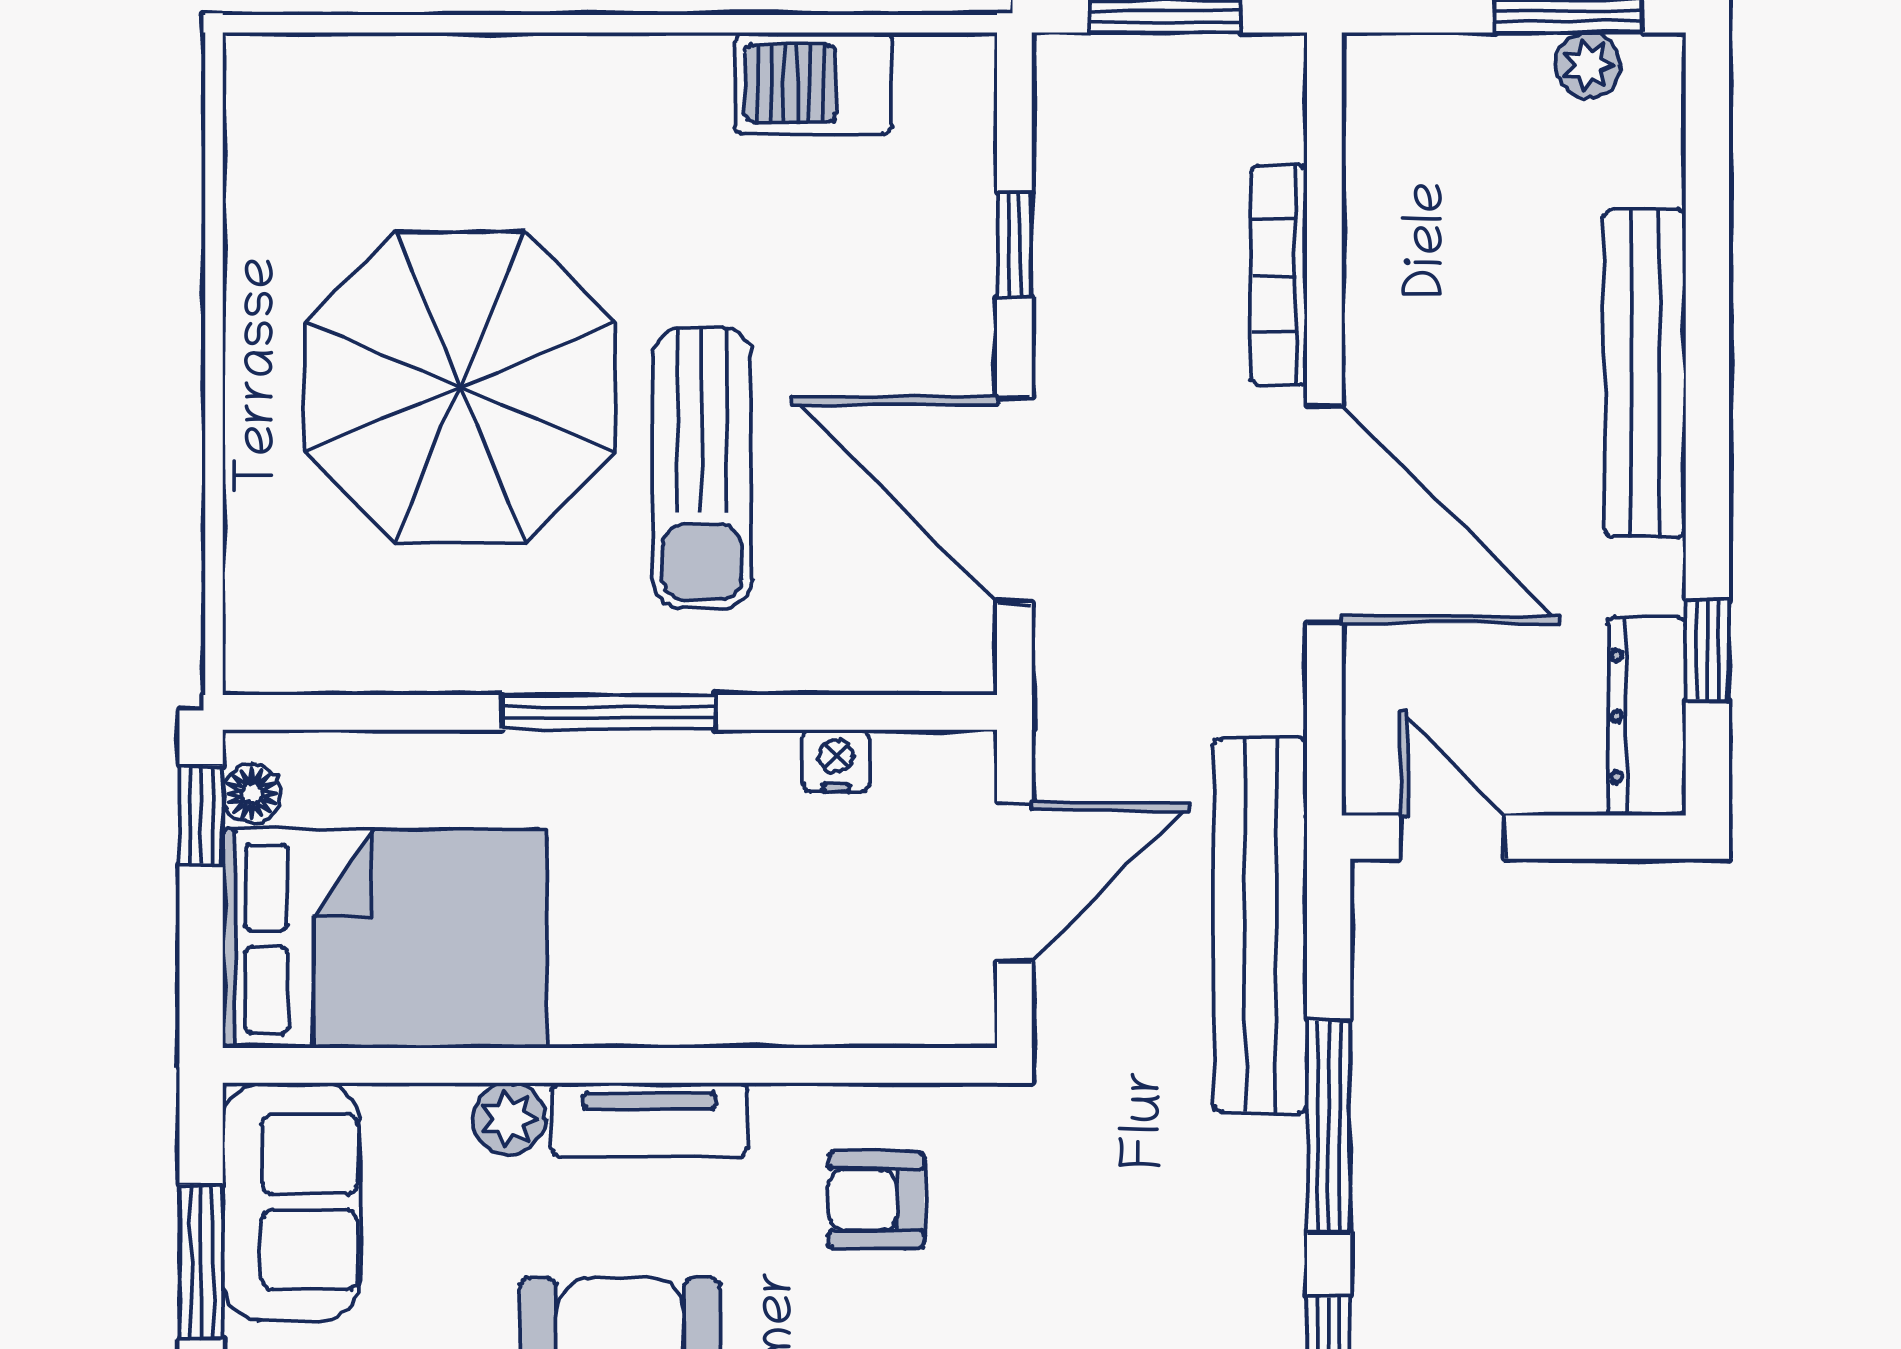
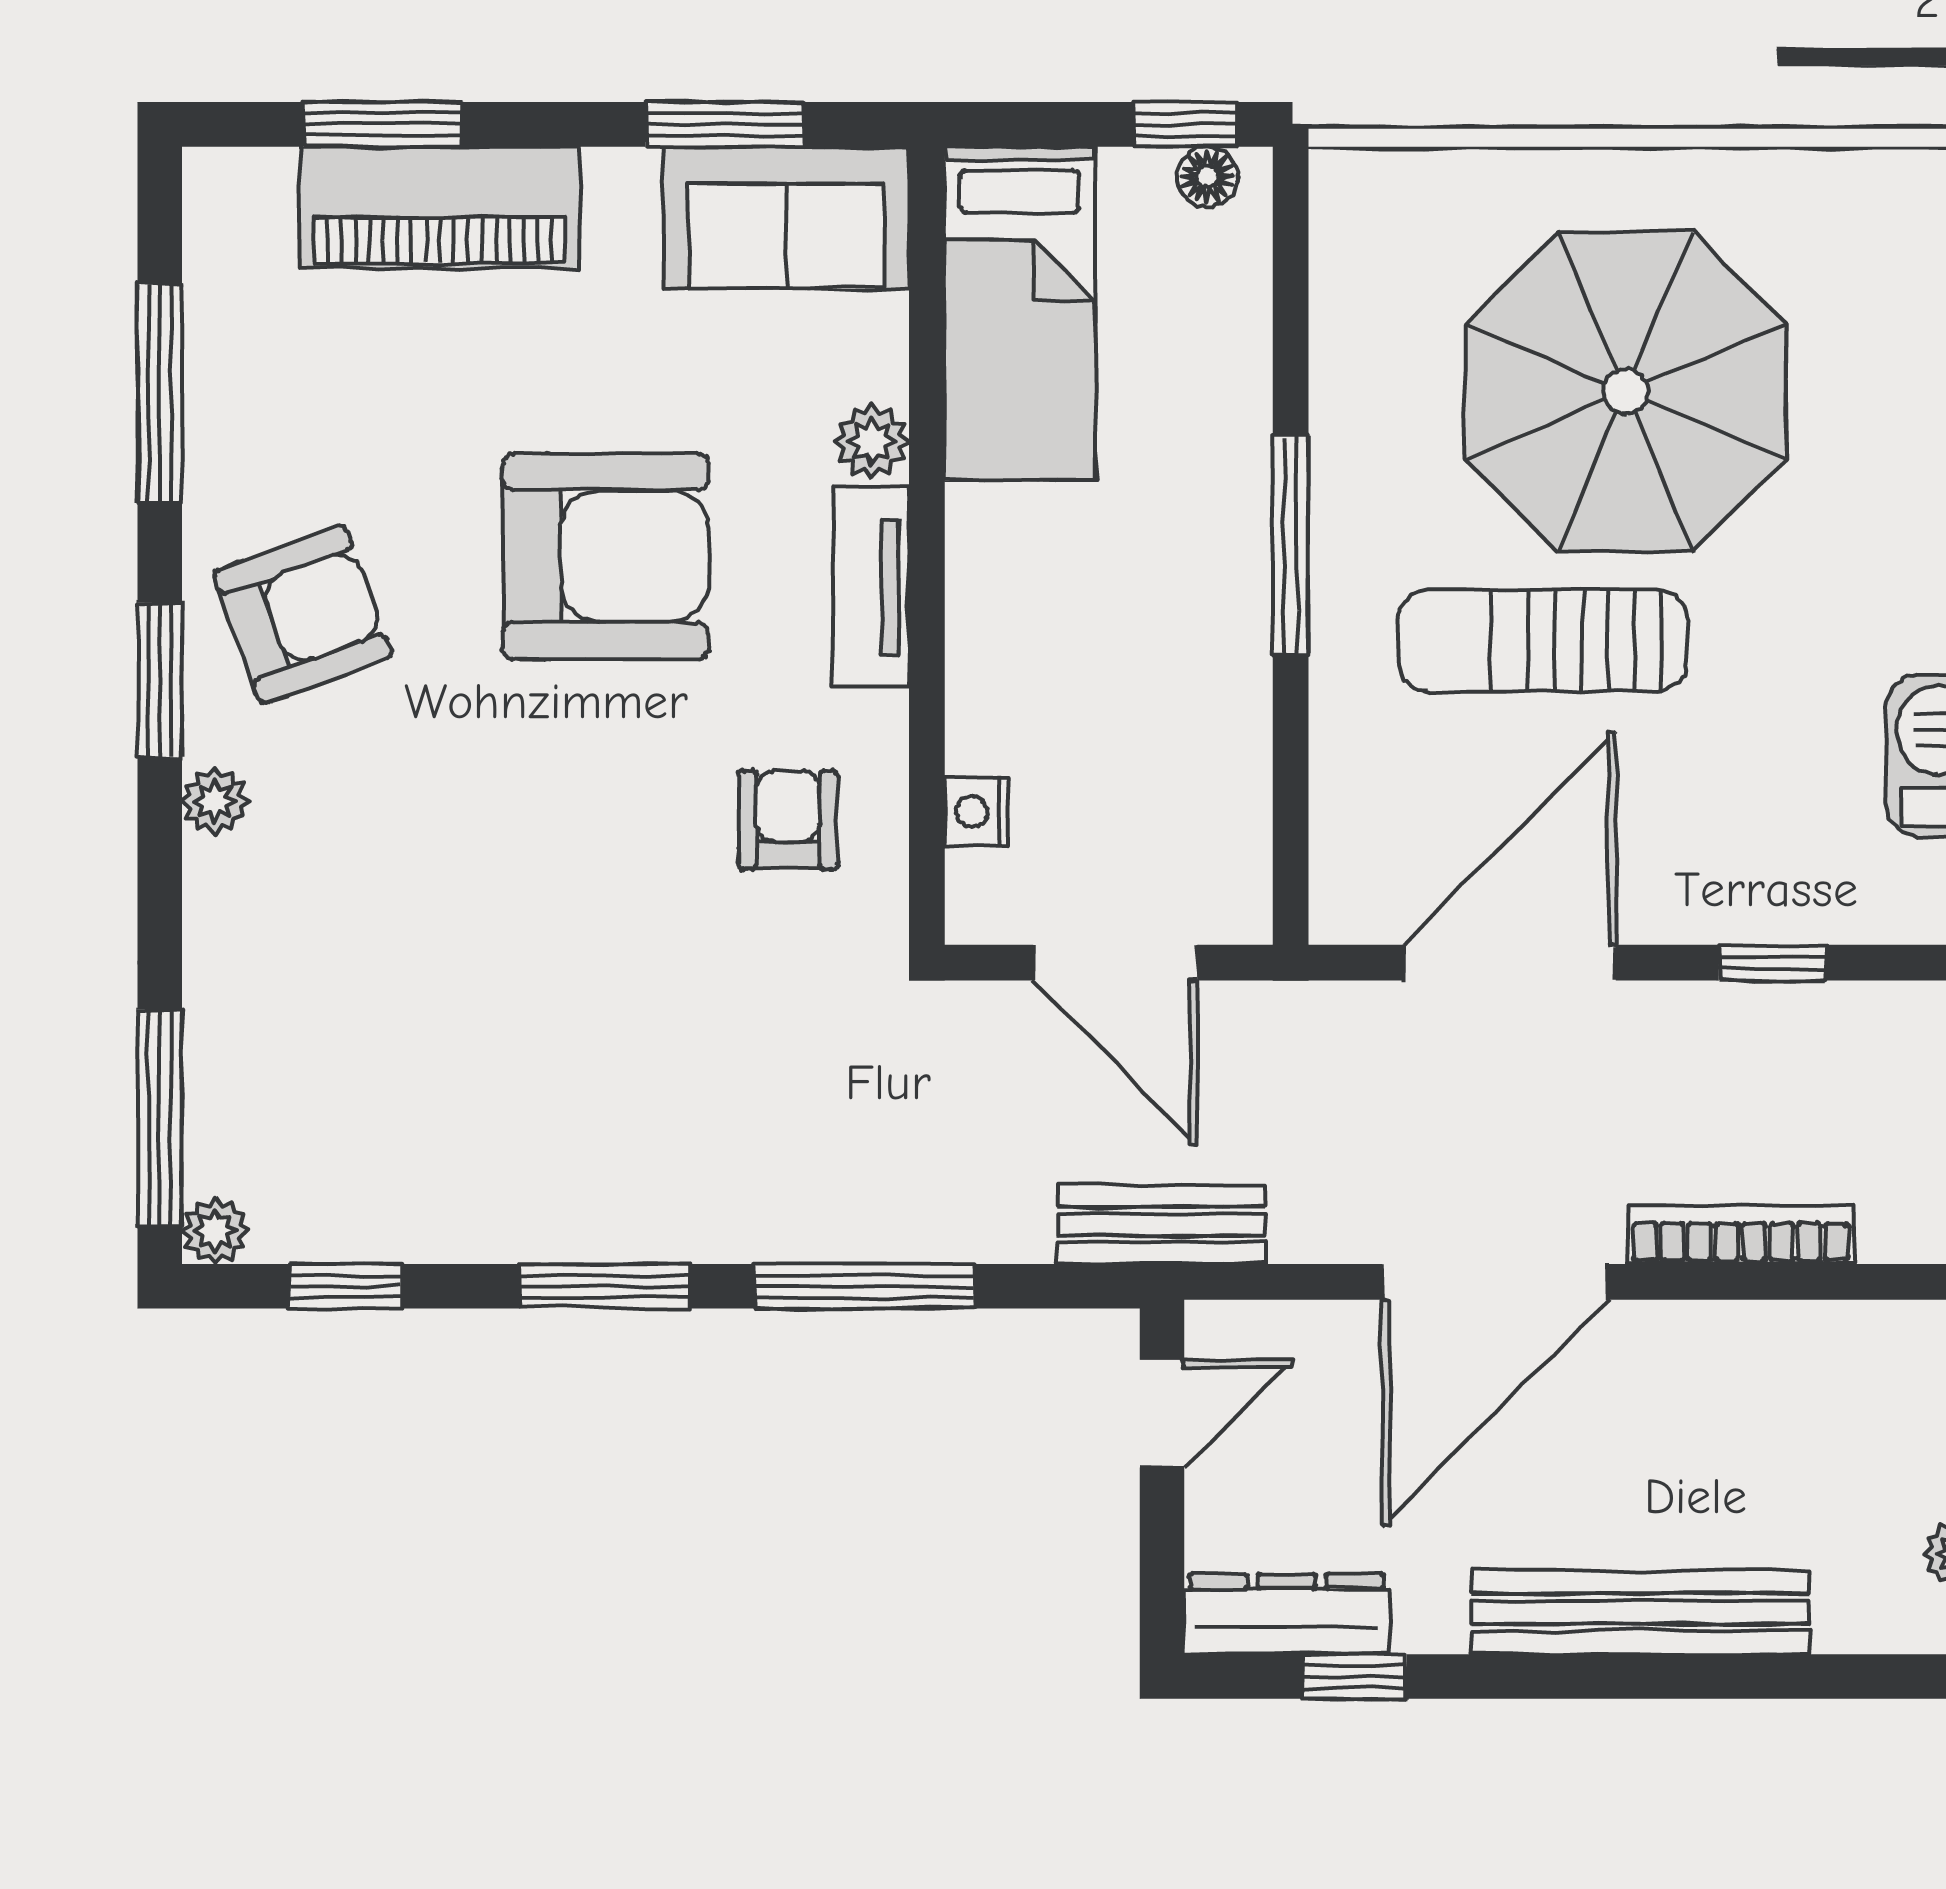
nightstand: (836, 761) -> (977, 812), moved, turned 180
bench: (1260, 925) -> (1161, 1224), width x0.54, depth x0.82
bed: (385, 939) -> (1020, 313), width x0.67

